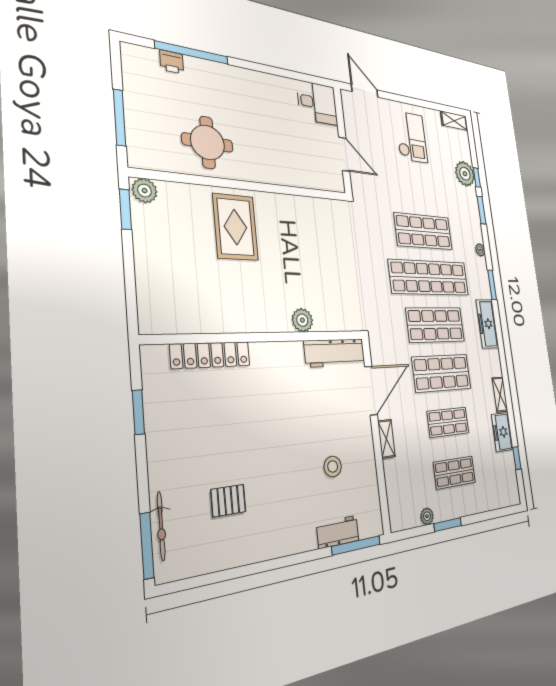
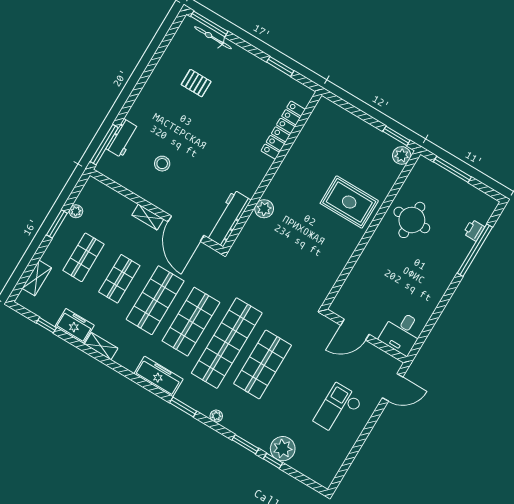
shelving: (454, 121) -> (37, 278), moved
checkout: (411, 137) -> (338, 410), turned 90
pallet: (228, 501) -> (196, 83), turned 90

